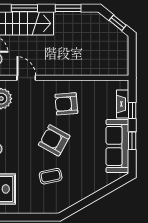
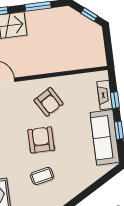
armchair: (66, 104) -> (49, 102), turned -116
armchair: (54, 140) -> (41, 140), turned 61

